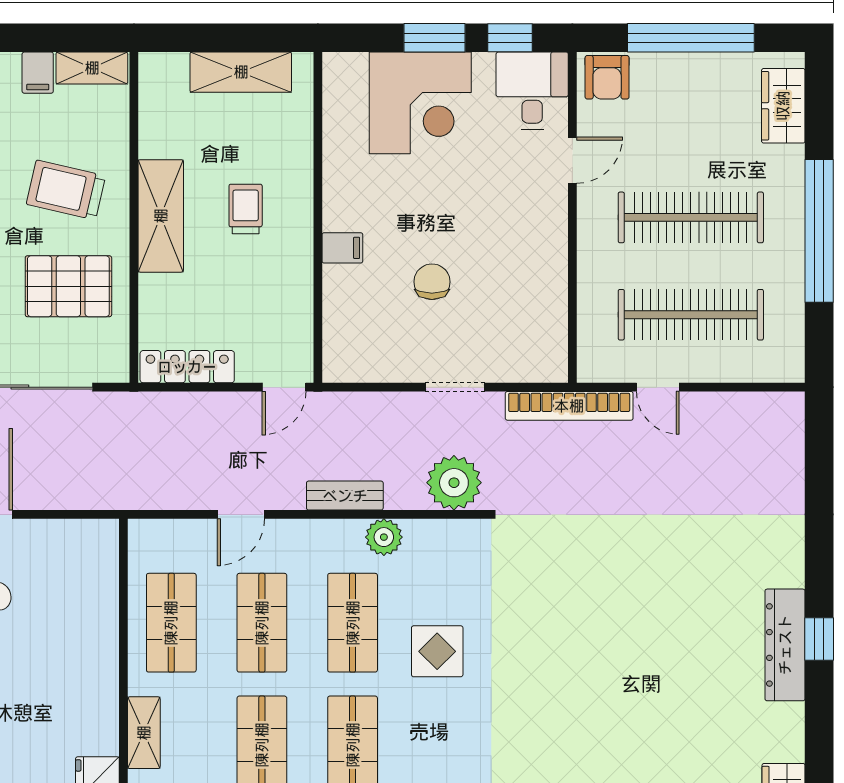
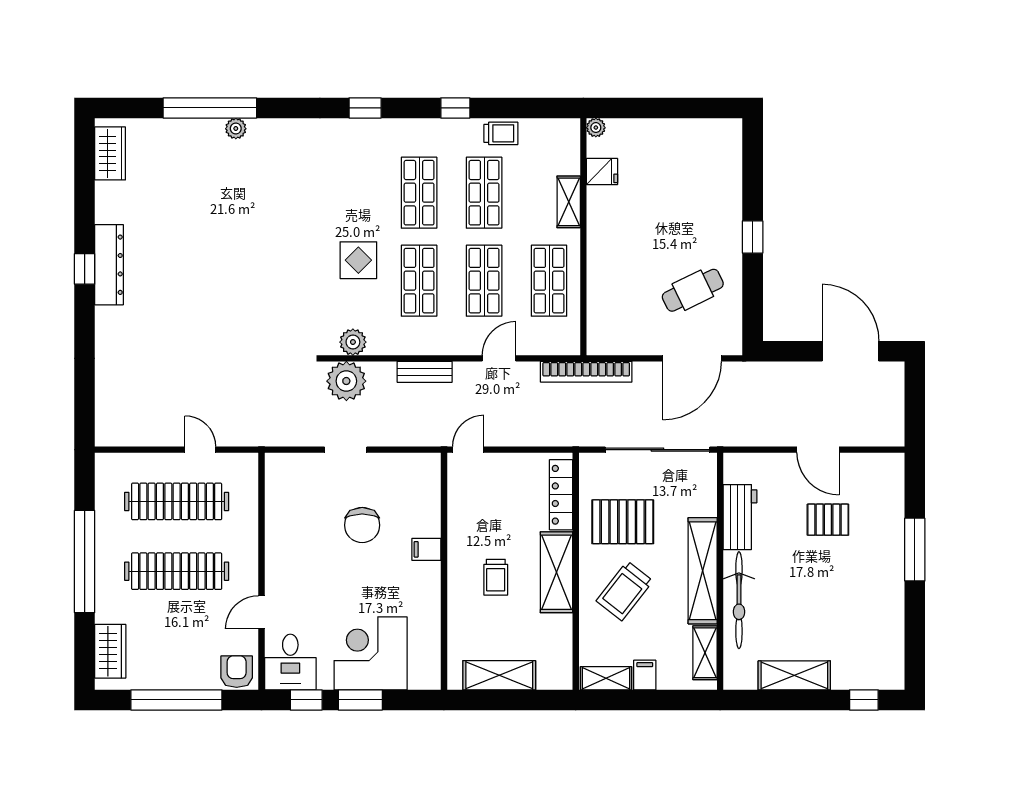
trolley: (66, 190) -> (625, 591), turned 115
chair: (432, 282) -> (362, 525), width x1.37, depth x1.37
locker: (187, 367) -> (561, 495), moved, turned 90
bookcase: (569, 406) -> (586, 372), moved, turned 180
plant: (384, 537) -> (353, 342), moved

